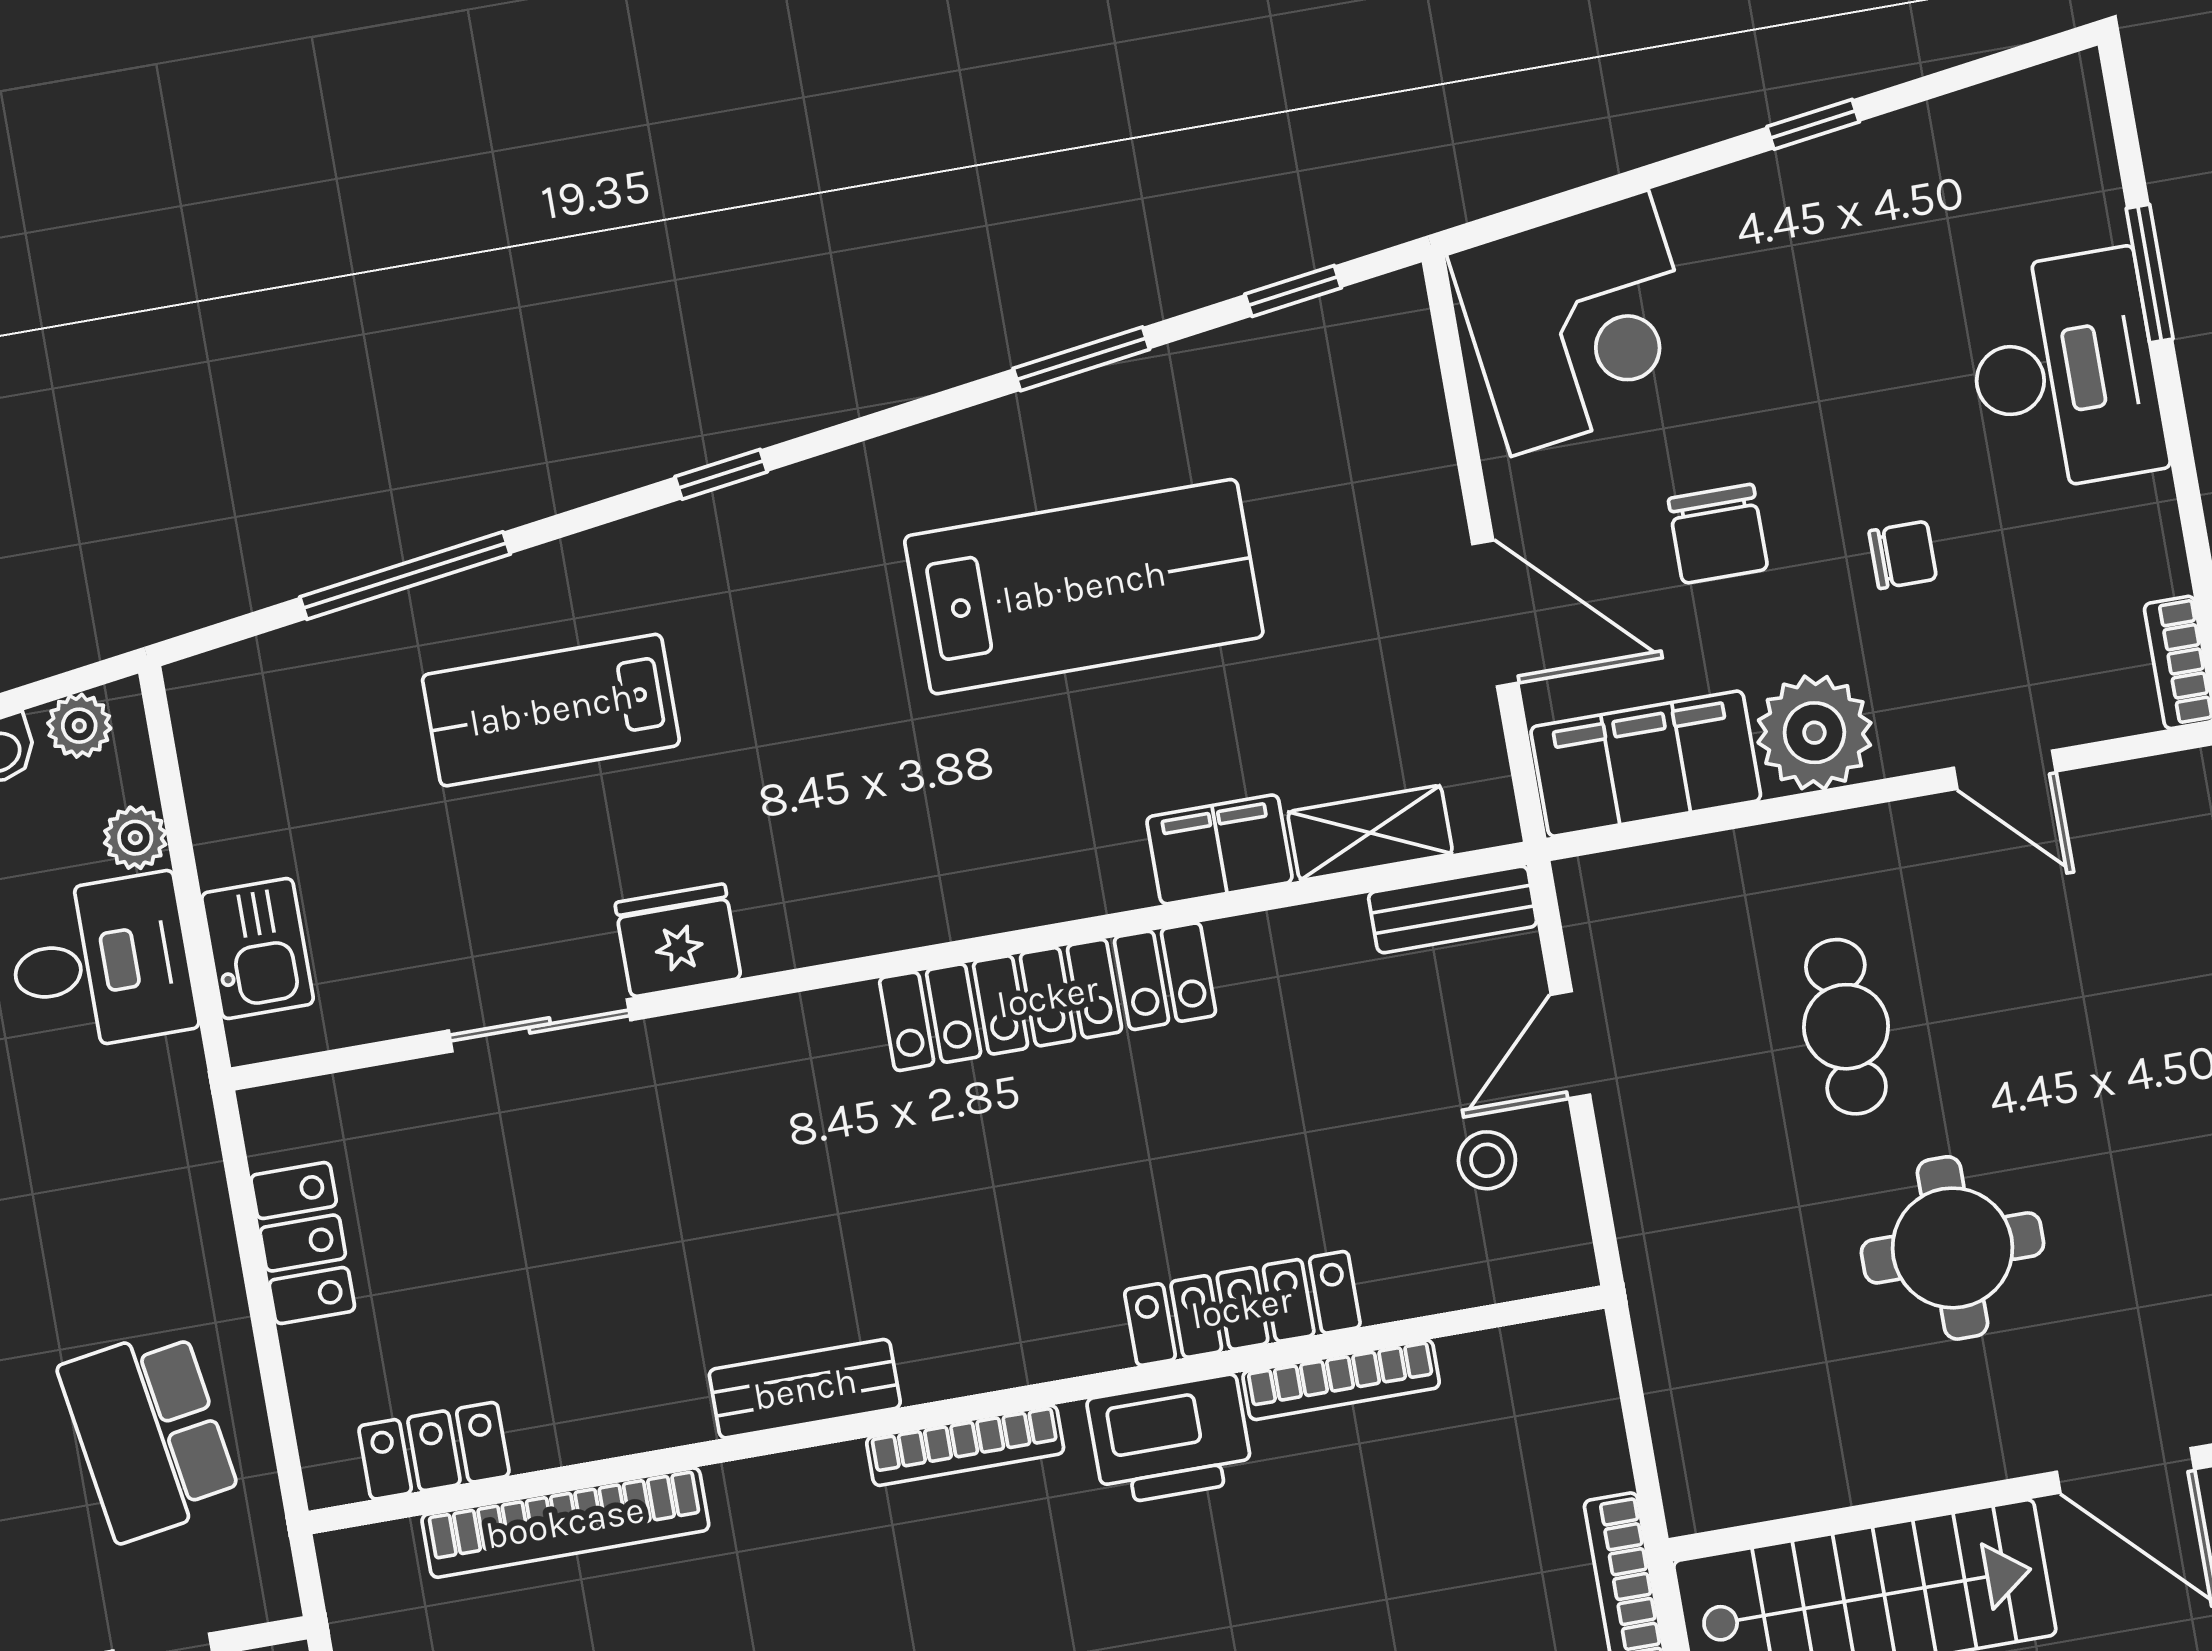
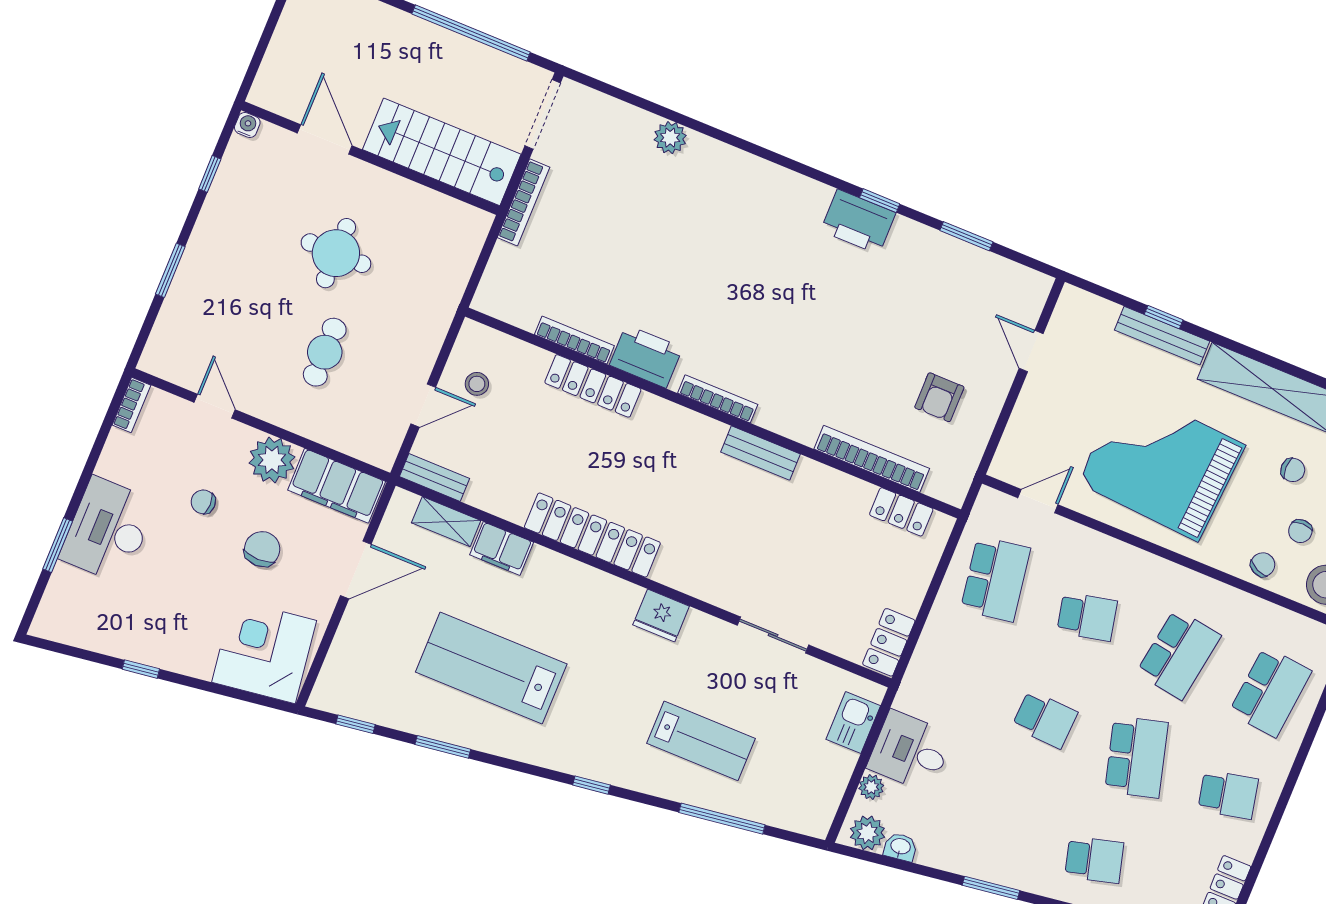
door: (1495, 613) -> (356, 570), swing flipped
plant: (79, 726) -> (867, 833), width x1.38, depth x1.38
fridge: (678, 940) -> (661, 615), moved
locker: (303, 1243) -> (889, 642), moved

